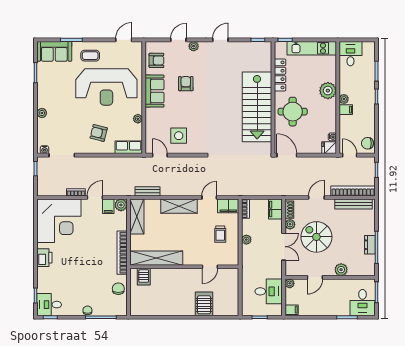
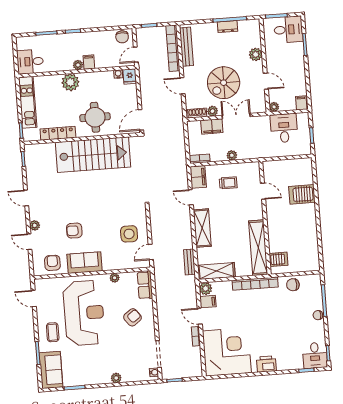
armchair: (99, 133) -> (132, 317), turned -141
filing cabinet: (275, 209) -> (212, 126), moved

